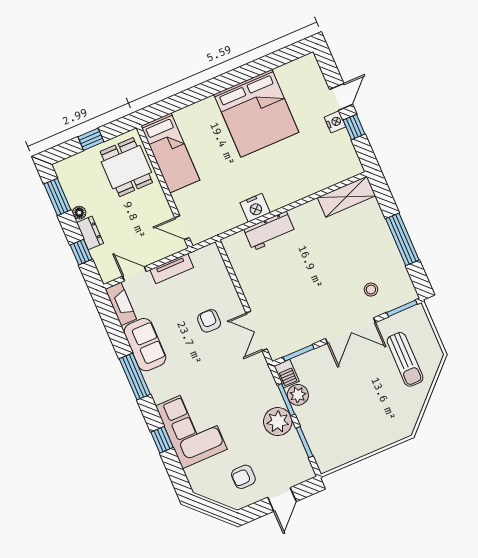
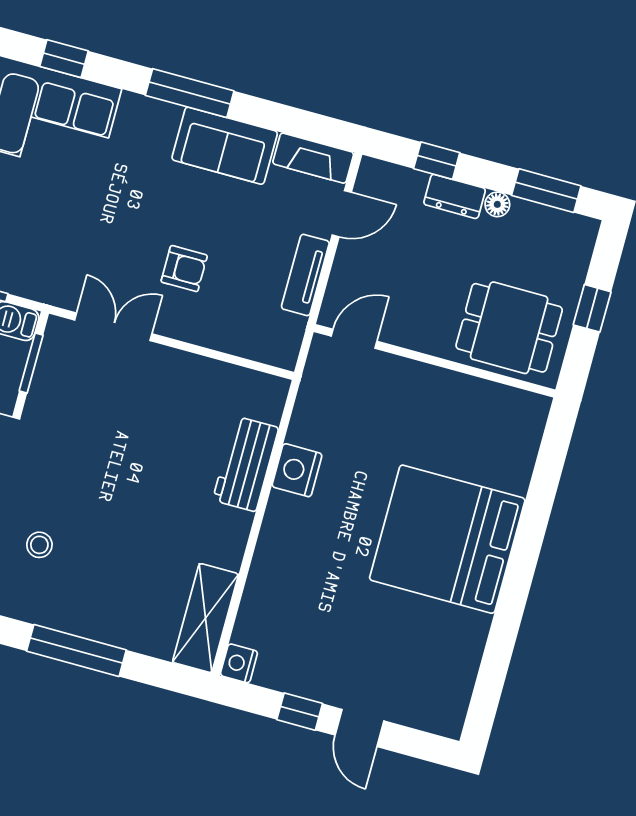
bed: (256, 113) -> (447, 539), moved
nightstand: (335, 122) -> (239, 663), moved, turned 90
bed: (170, 153) -> (478, 409), removed

